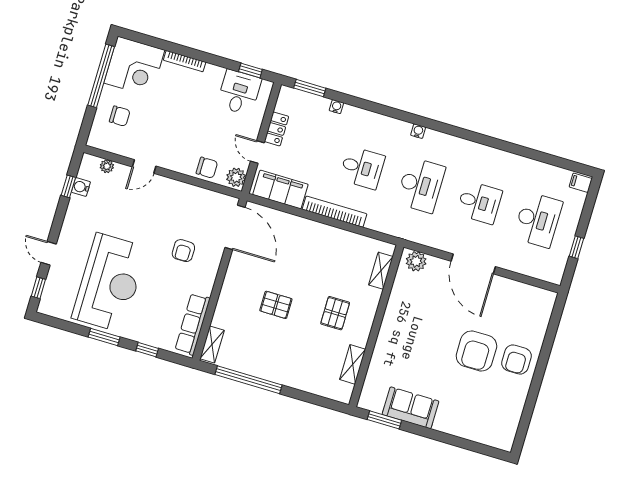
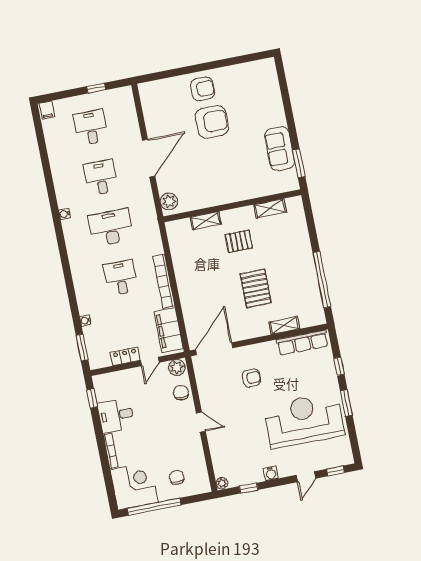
desk: (239, 92) -> (116, 415), moved
water cooler: (418, 131) -> (65, 214), moved
plant: (107, 166) -> (222, 483), moved
door: (144, 166) -> (201, 422), moved
water cooler: (81, 187) -> (271, 473), moved
desk: (538, 220) -> (91, 127), width x0.73
shelving: (381, 271) -> (206, 221), moved
pallet: (276, 305) -> (256, 288), width x1.50, depth x1.42
shelving: (212, 344) -> (284, 325), moved

